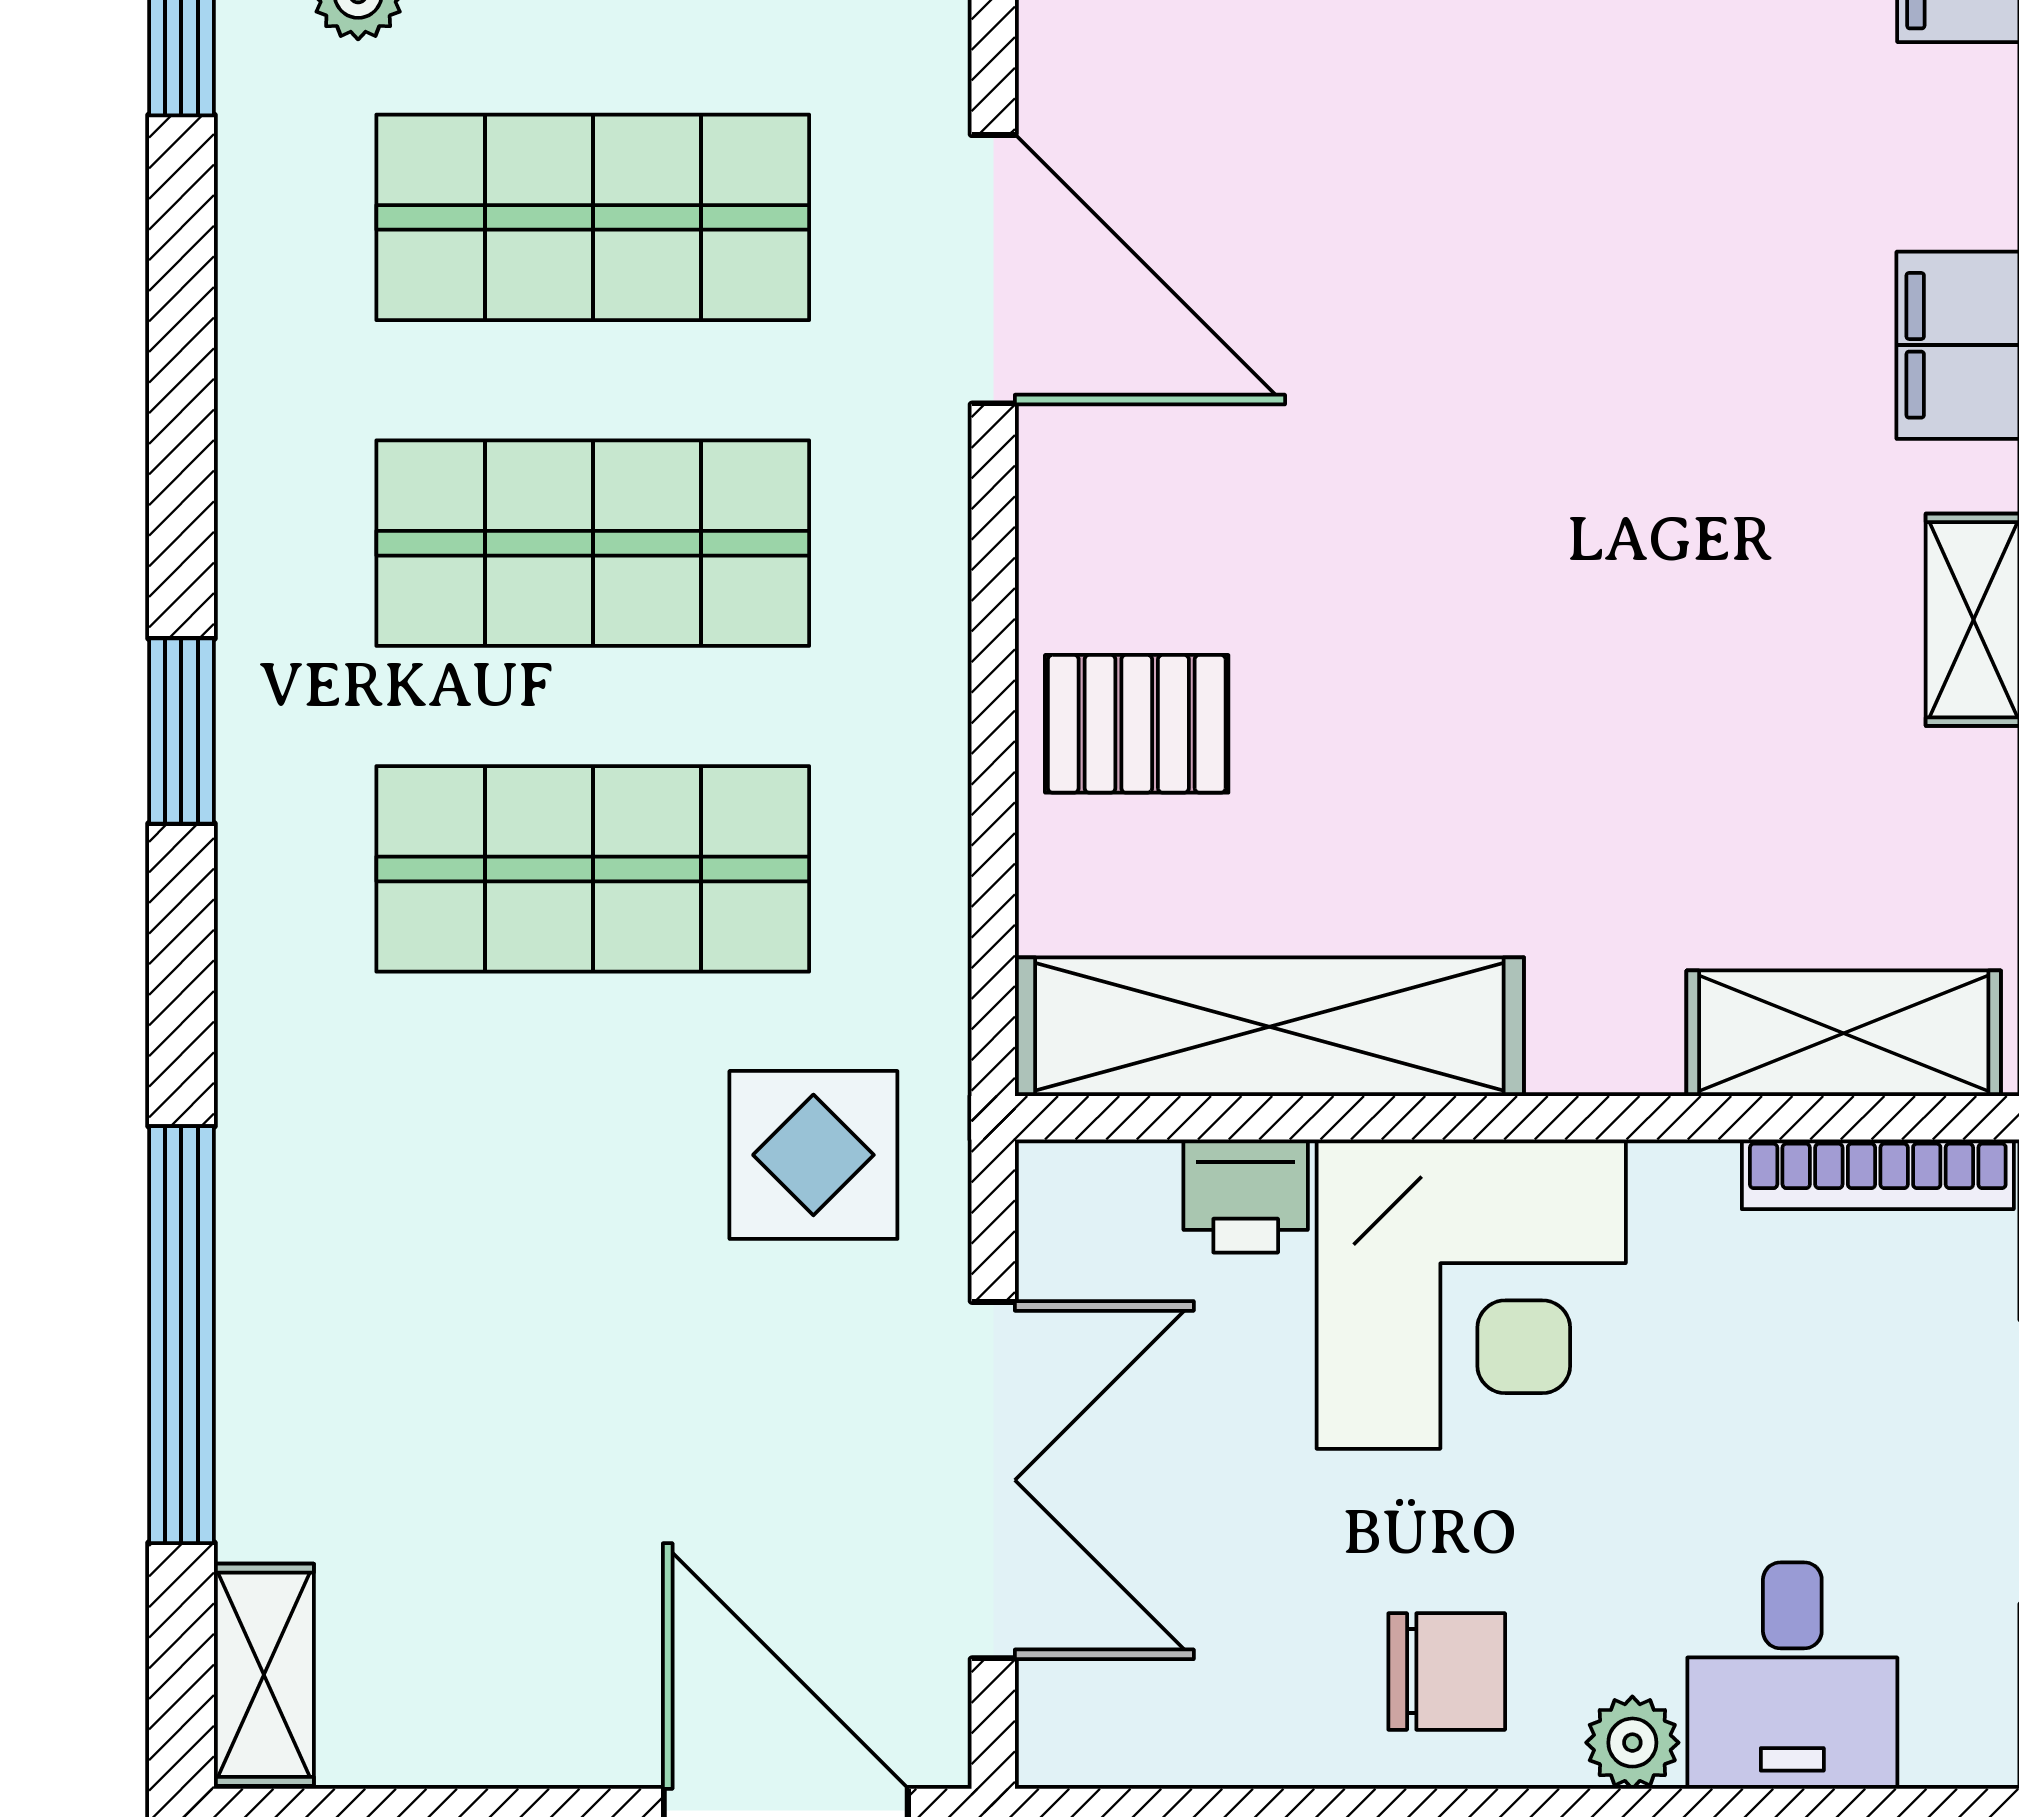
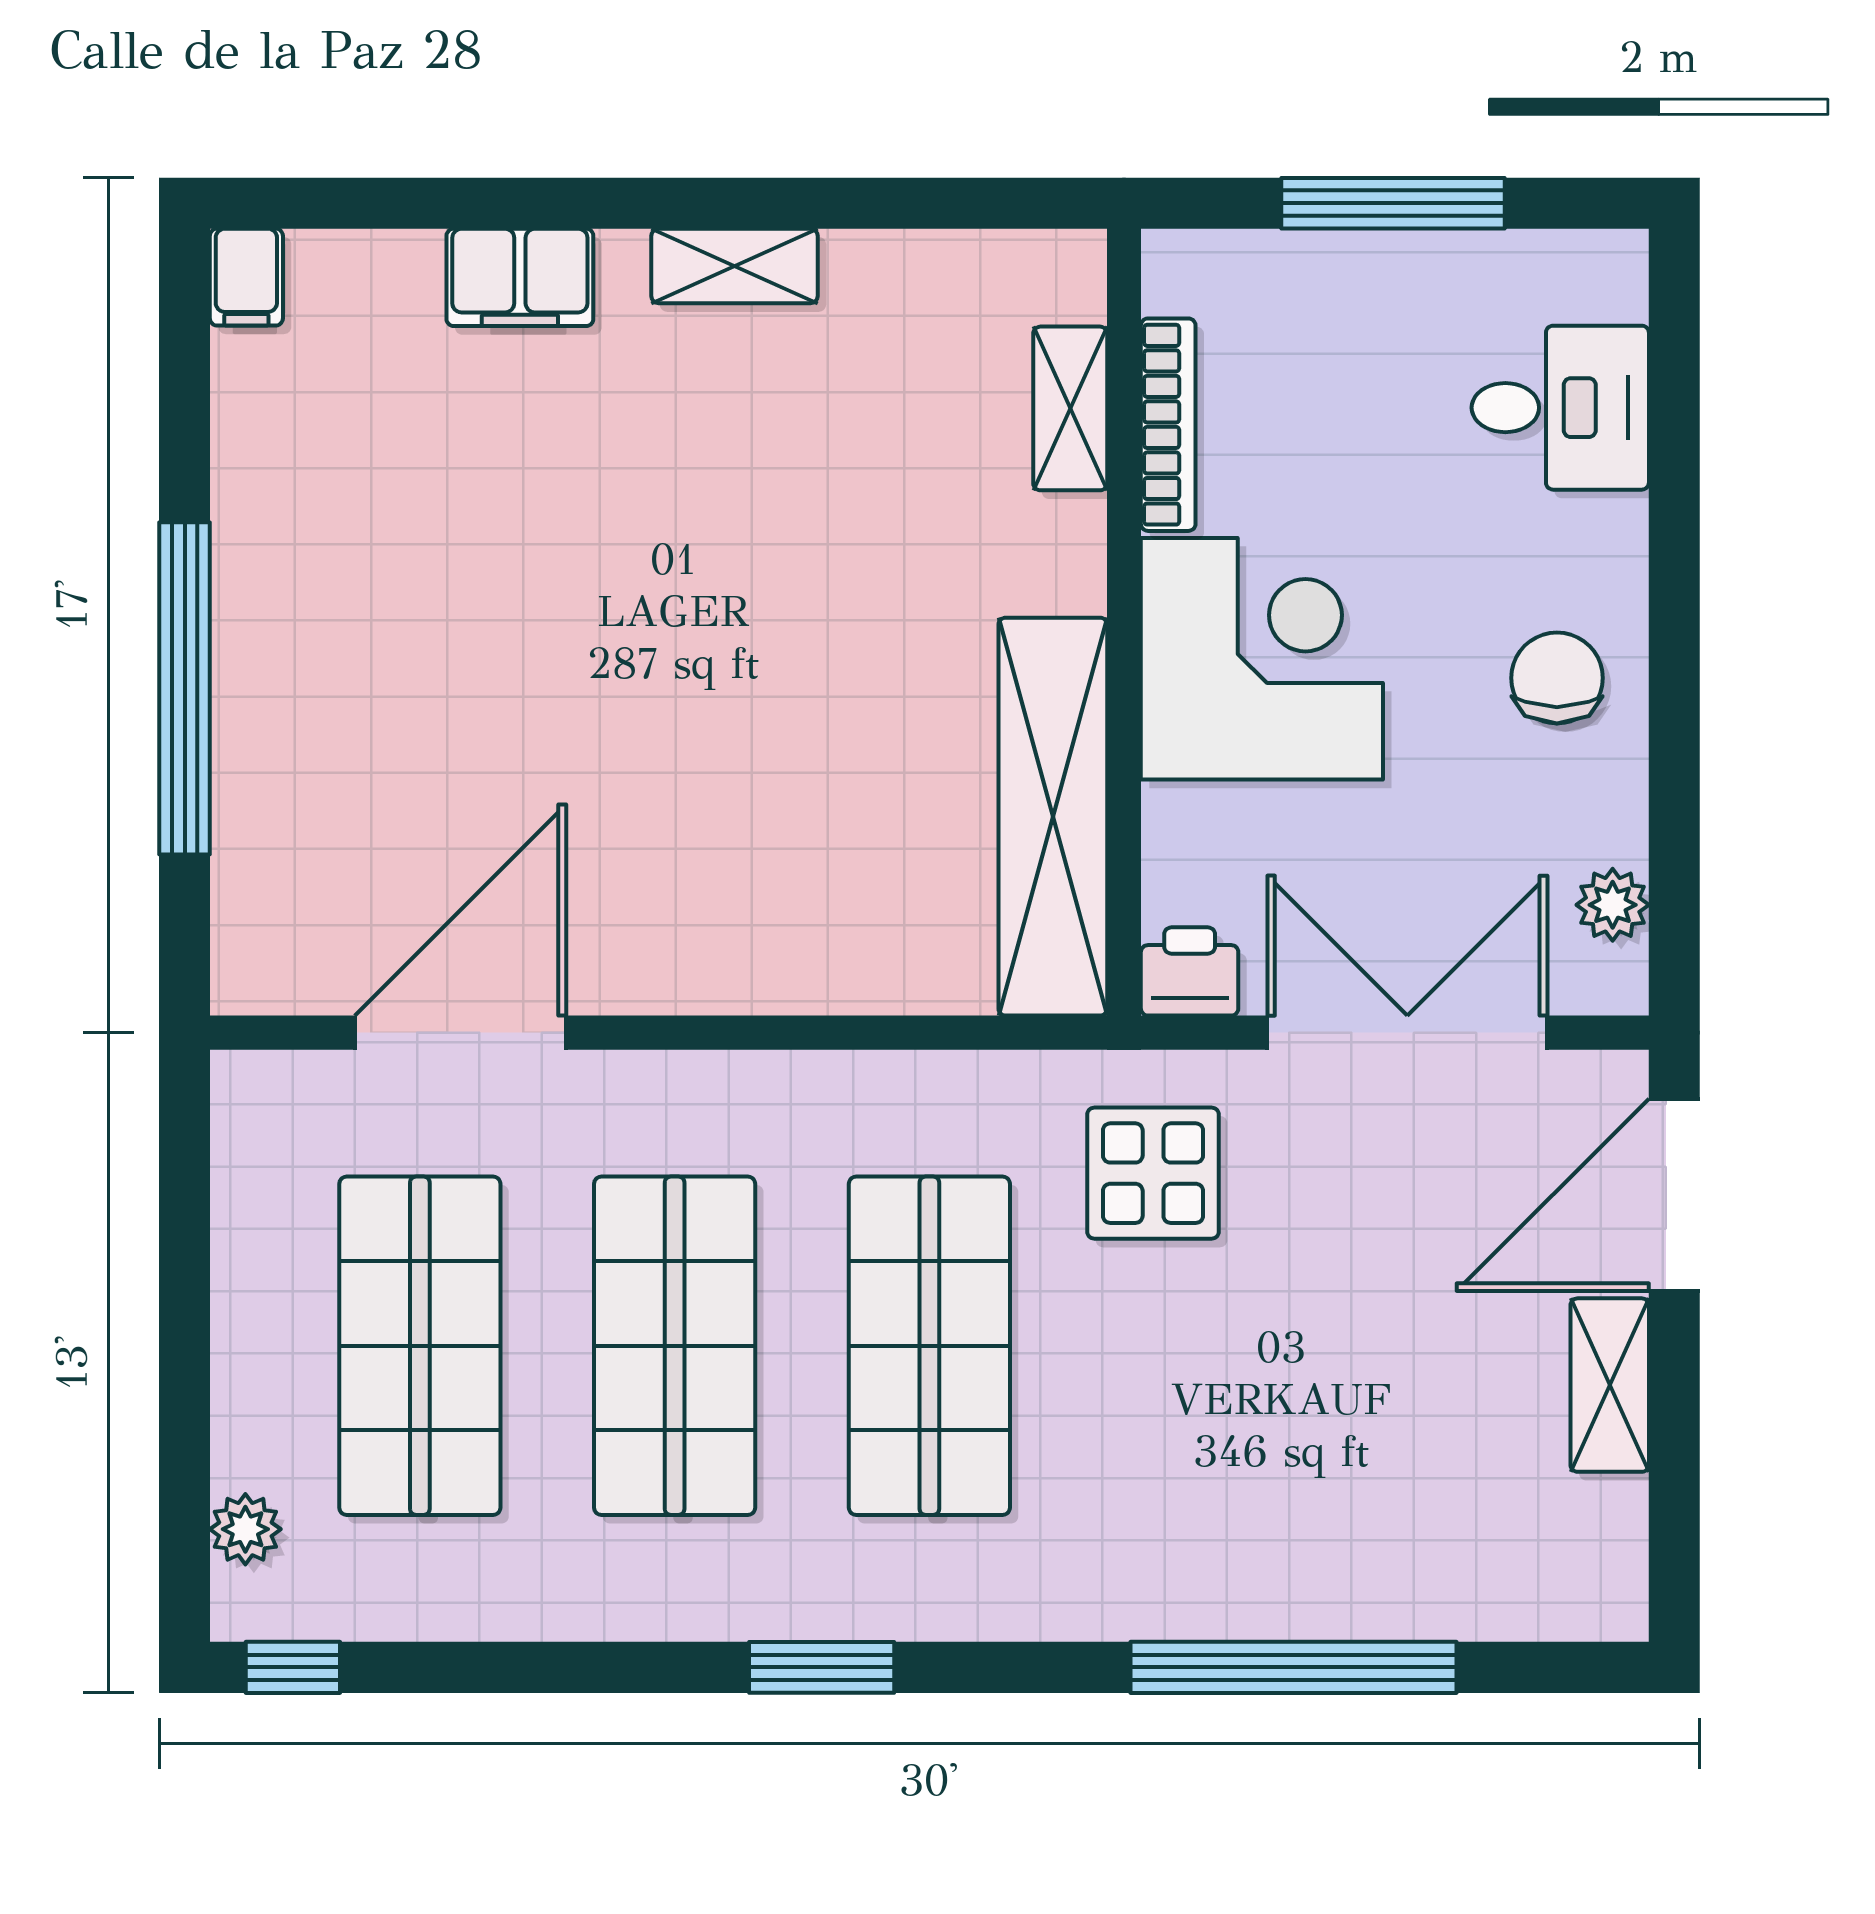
pallet: (1137, 724) -> (816, 920), removed
shelving: (1844, 1033) -> (1070, 408), width x0.67, depth x0.75
bookcase: (1878, 1174) -> (1168, 425), moved
printer: (1246, 1196) -> (1190, 971), moved, turned -90
shelving: (264, 1675) -> (1610, 1385), moved, turned 90
plant: (1632, 1743) -> (1613, 905), moved

